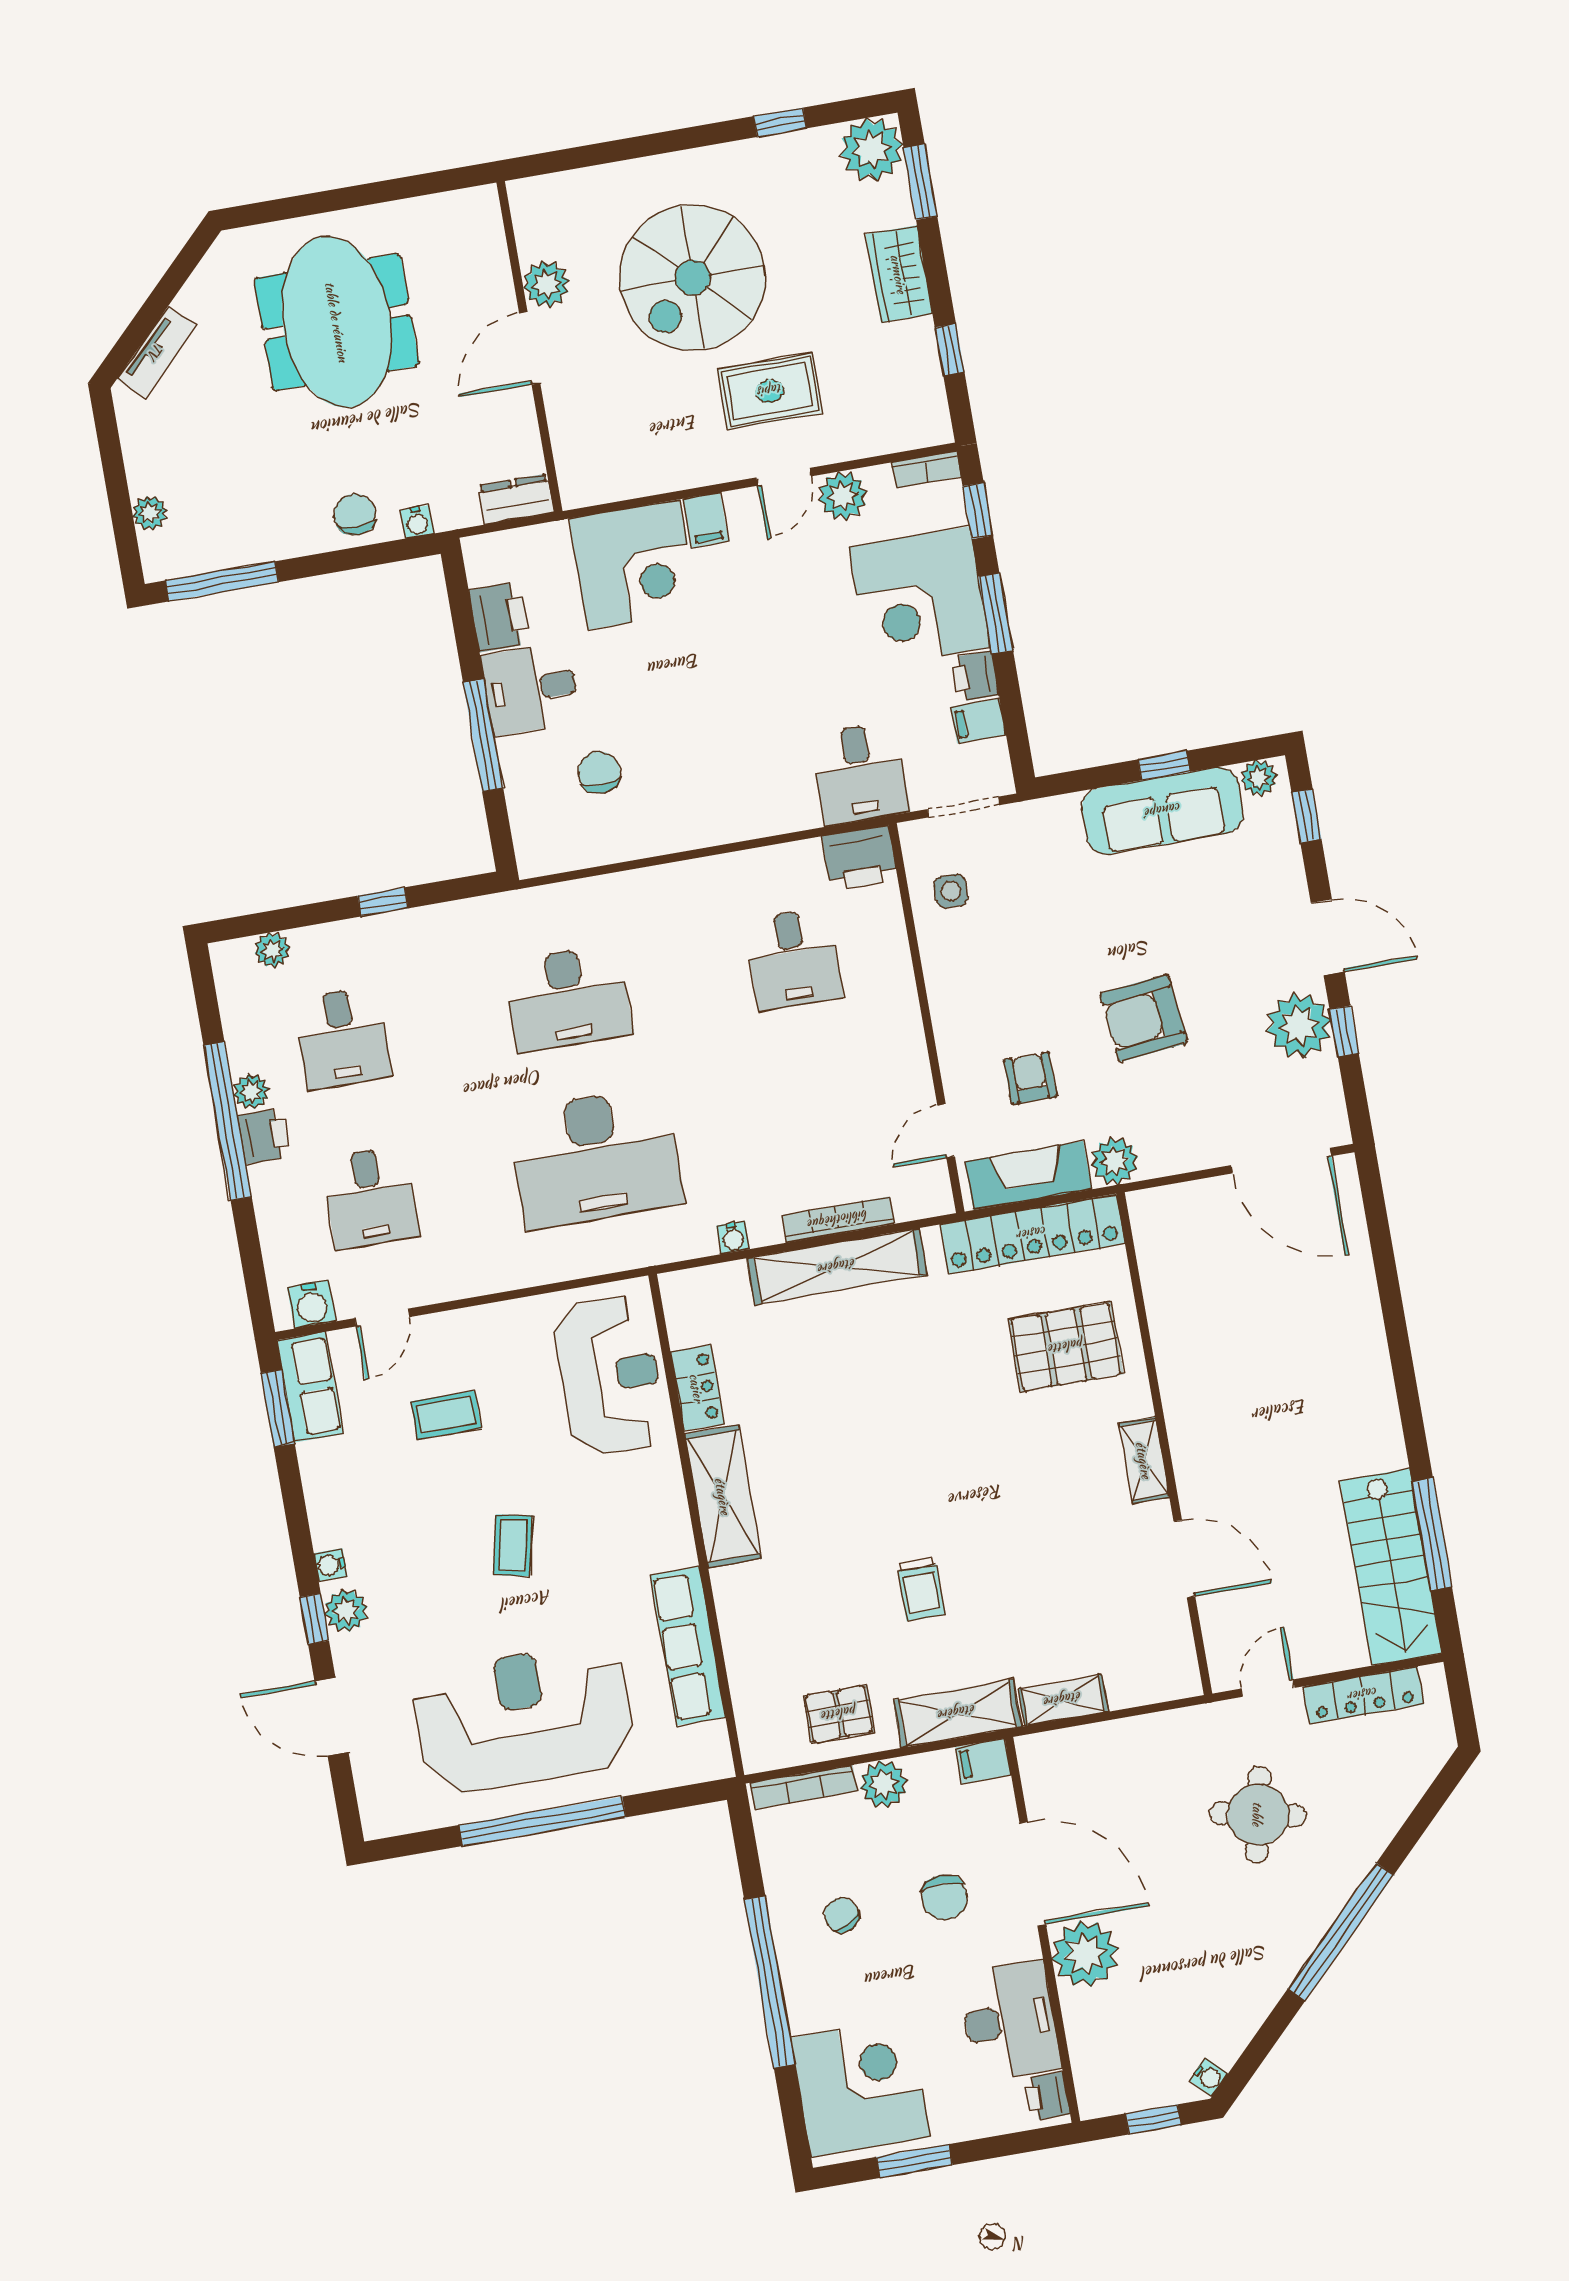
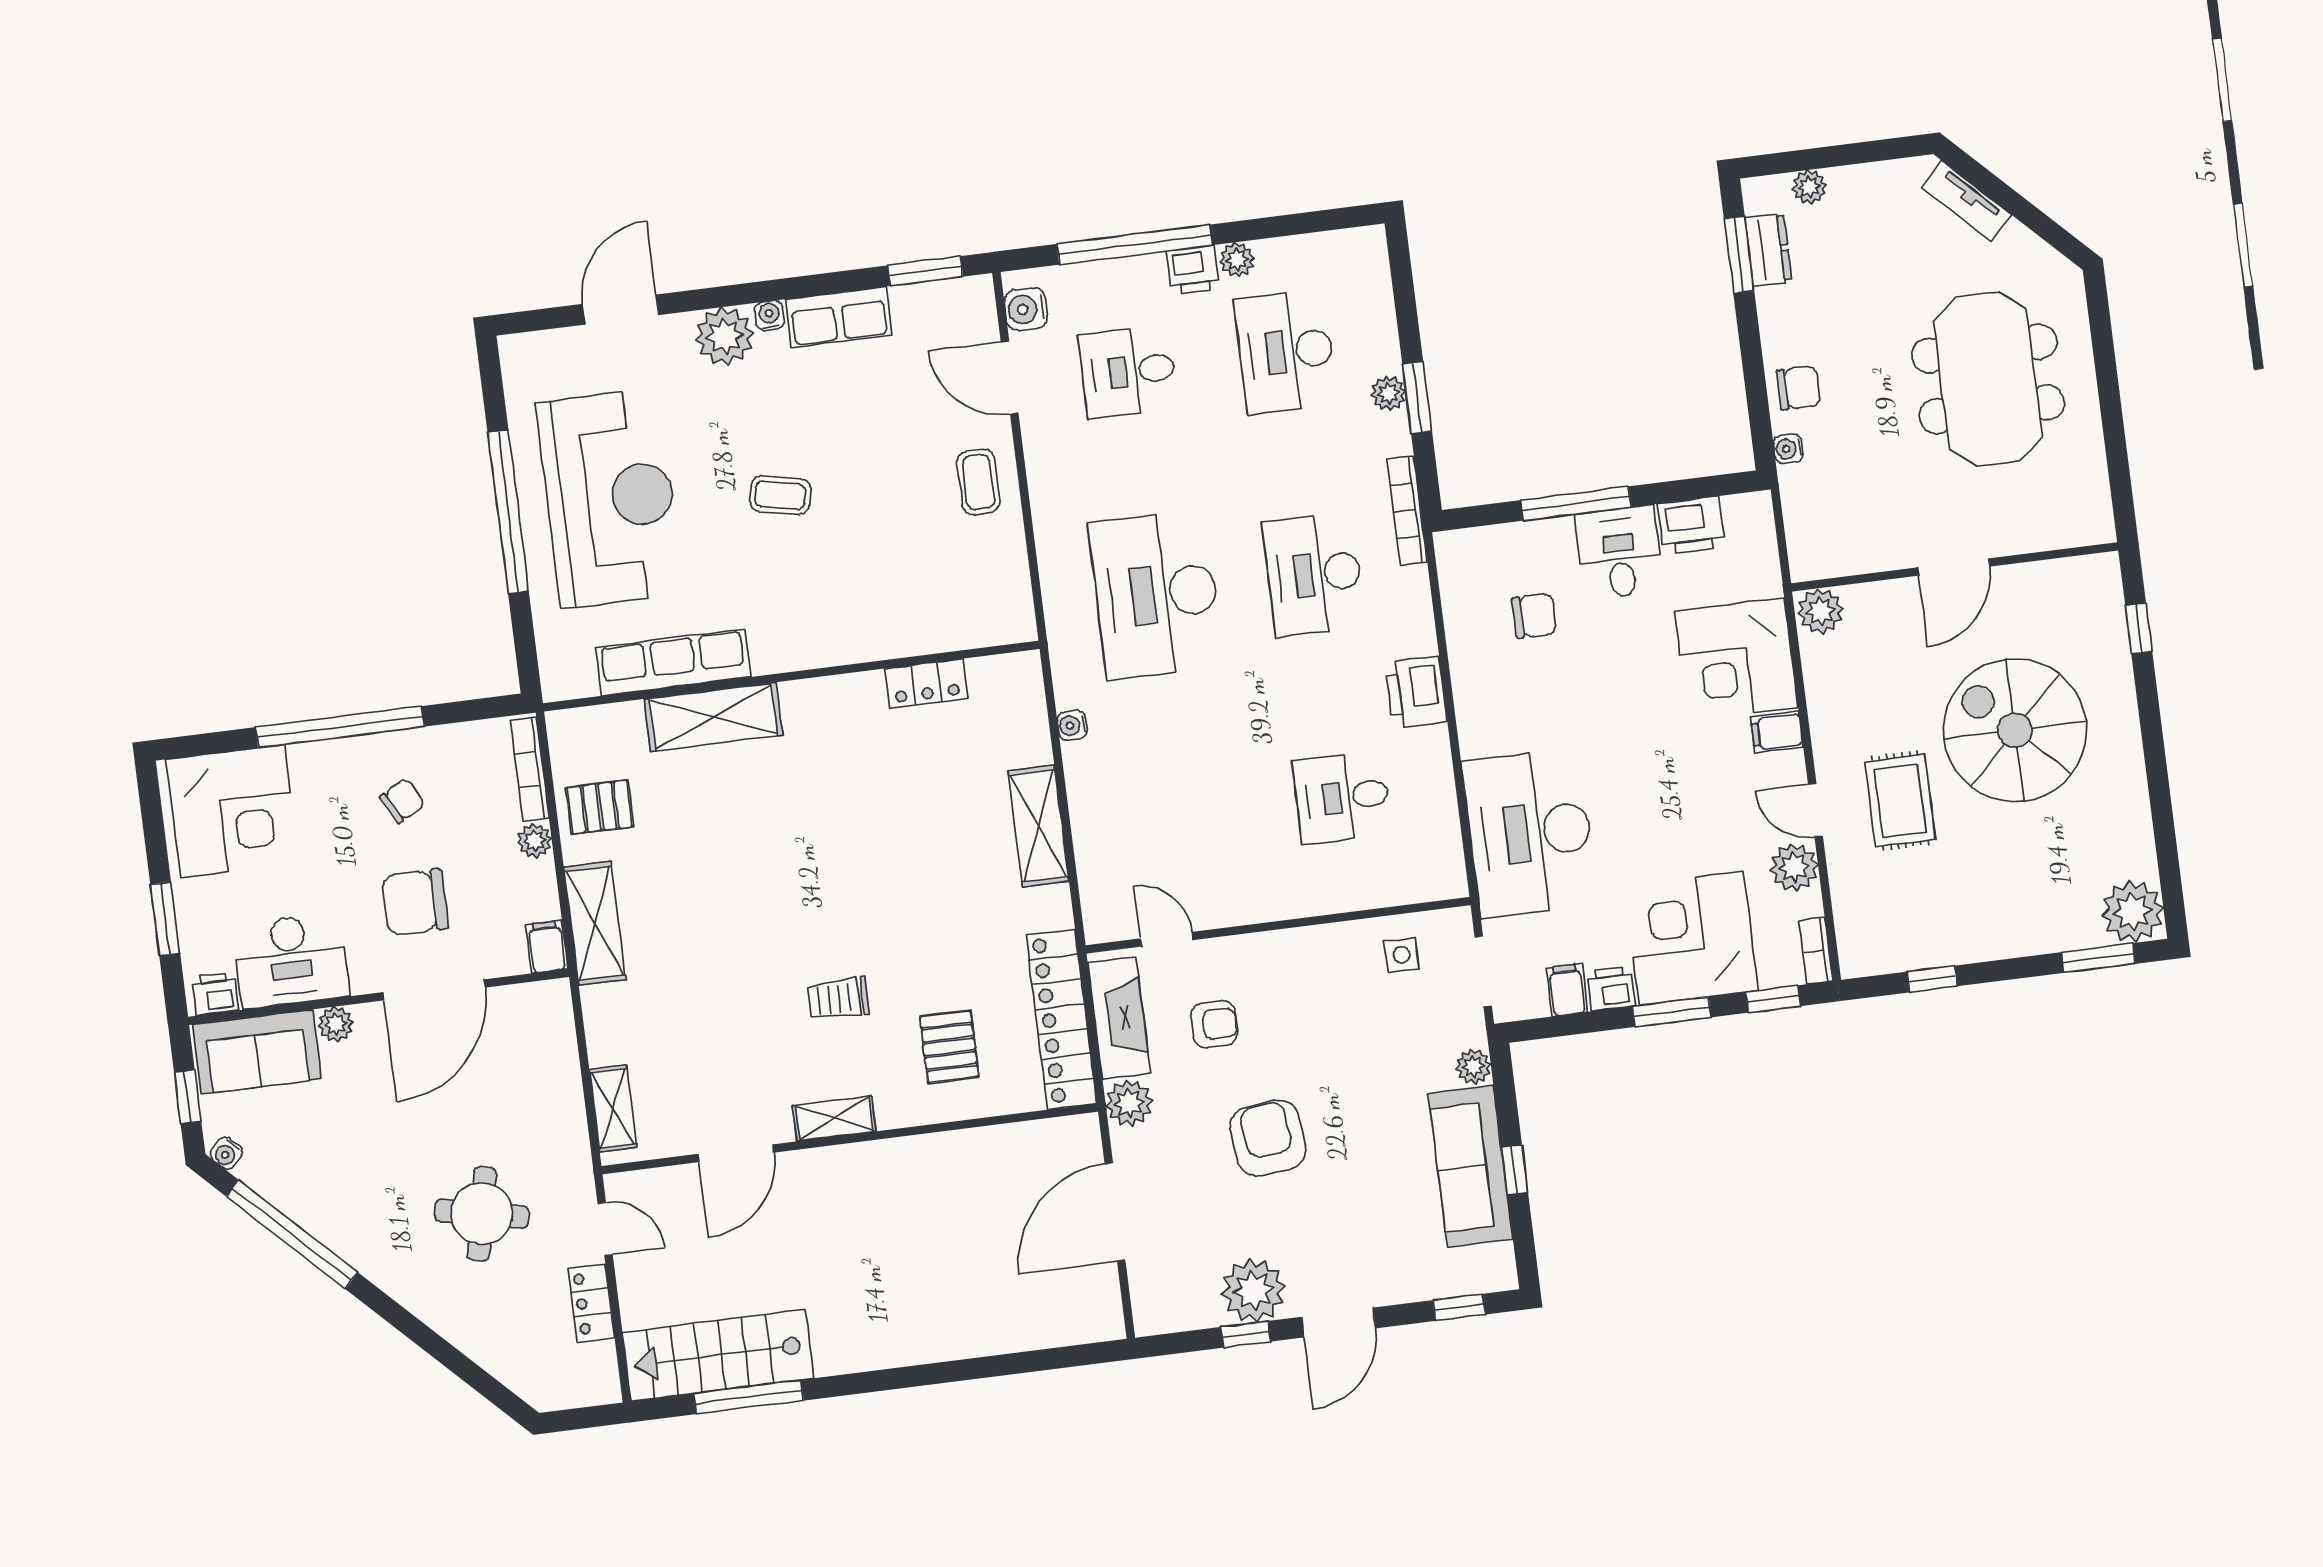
window: (780, 122) -> (2139, 628), moved
wardrobe: (899, 274) -> (2009, 933), removed
plant: (546, 284) -> (1820, 611), moved
meeting table: (337, 322) -> (1988, 379), turned 90
door: (530, 348) -> (1954, 567), swing flipped
dresser: (516, 499) -> (1768, 250), moved
window: (222, 581) -> (1739, 255), width x0.69
desk: (860, 773) -> (1530, 833), width x1.87, depth x1.30
plant: (1259, 778) -> (1473, 1067), moved
printer: (860, 858) -> (1416, 692), moved
window: (383, 902) -> (1417, 398), width x1.50
plant: (272, 950) -> (1389, 393), moved
desk: (342, 1038) -> (1286, 352), width x1.37
window: (228, 1121) -> (1135, 245), moved
door: (1281, 1161) -> (1115, 1212), moved
bookcase: (838, 1220) -> (1407, 510), moved, turned 180
shelving: (837, 1267) -> (1038, 826), width x0.68
door: (382, 1318) -> (1010, 377), width x1.38
pallet: (1066, 1347) -> (949, 1047), width x0.67, depth x0.71
reception desk: (610, 1376) -> (942, 598), removed
row of seats: (310, 1387) -> (839, 317), moved
coffee table: (446, 1415) -> (978, 482), moved
shelving: (723, 1496) -> (713, 717), moved
trolley: (921, 1589) -> (838, 999), moved
plant: (346, 1611) -> (725, 336), width x1.36, depth x1.36
window: (314, 1619) -> (717, 297), removed
locker: (1363, 1695) -> (591, 1303), width x0.66
shelving: (1063, 1700) -> (613, 1108), moved
pallet: (839, 1714) -> (600, 807), turned 90
plant: (884, 1784) -> (535, 841), width x0.73, depth x0.73
chair: (944, 1897) -> (415, 902), width x1.37, depth x1.37
window: (1341, 1932) -> (292, 1234), moved
plant: (1085, 1954) -> (336, 1024), width x0.53, depth x0.53
sofa: (1104, 2051) -> (257, 1052), added
window: (914, 2161) -> (165, 919), moved

